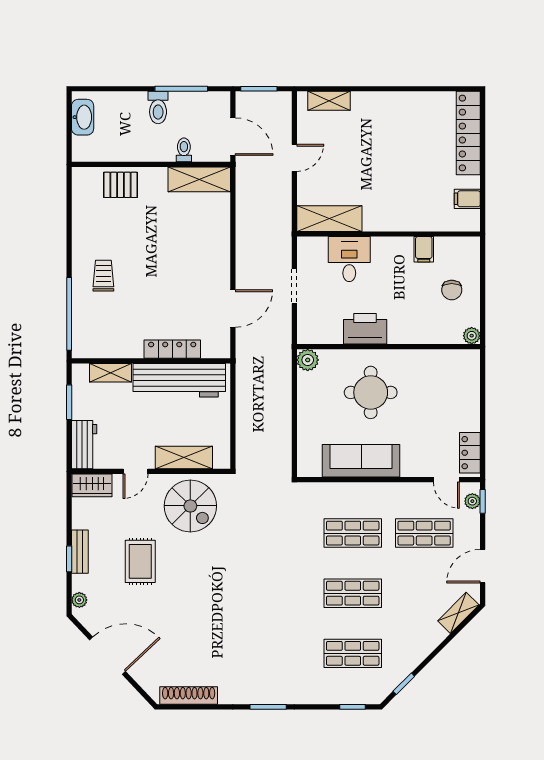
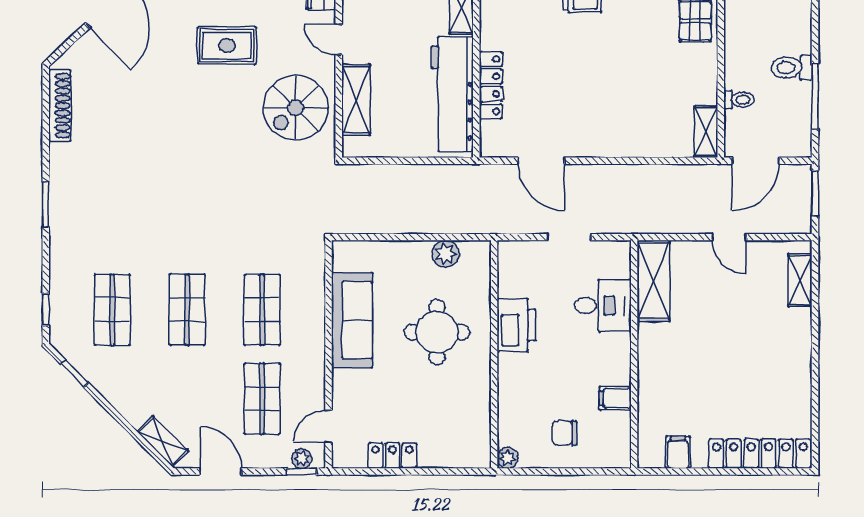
shelving: (199, 179) -> (706, 132), width x0.67, depth x0.75
plant: (308, 360) -> (445, 254), moved
locker: (470, 453) -> (392, 456), moved

